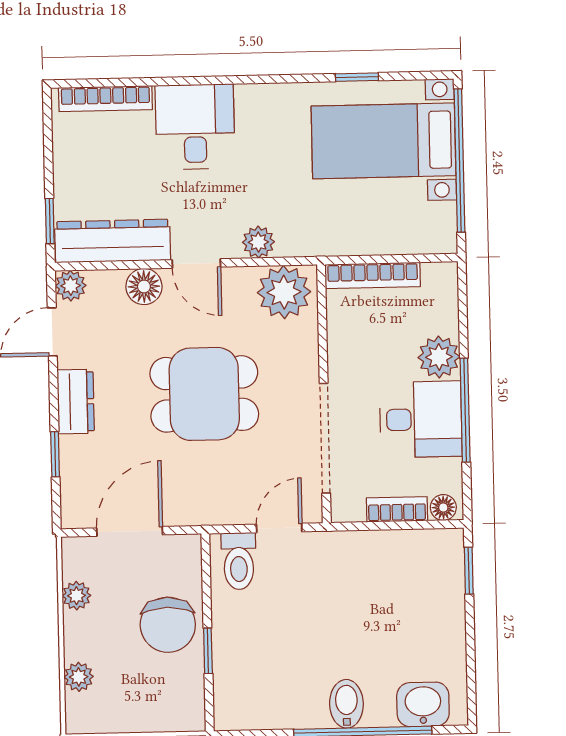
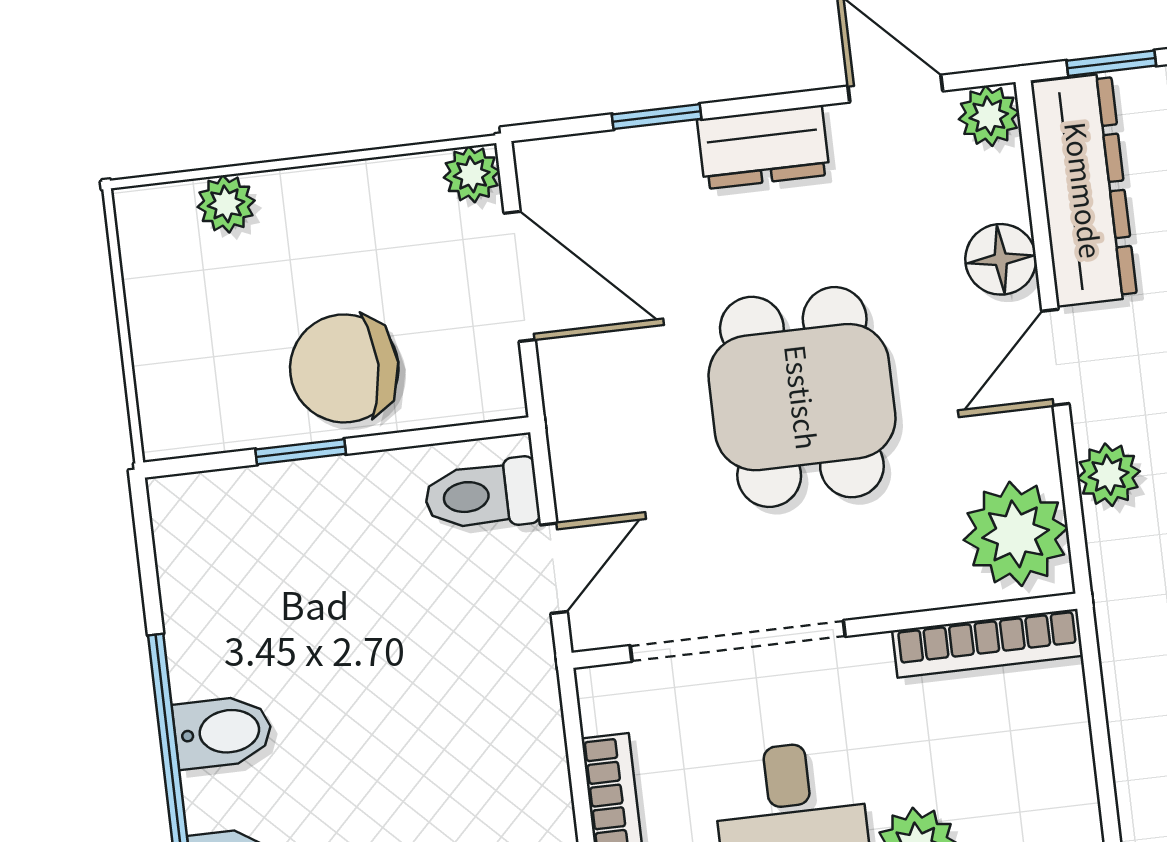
bookcase: (373, 275) -> (988, 643), moved, turned -90
door: (279, 528) -> (554, 568), hinge flipped
plant: (76, 596) -> (472, 174), moved

